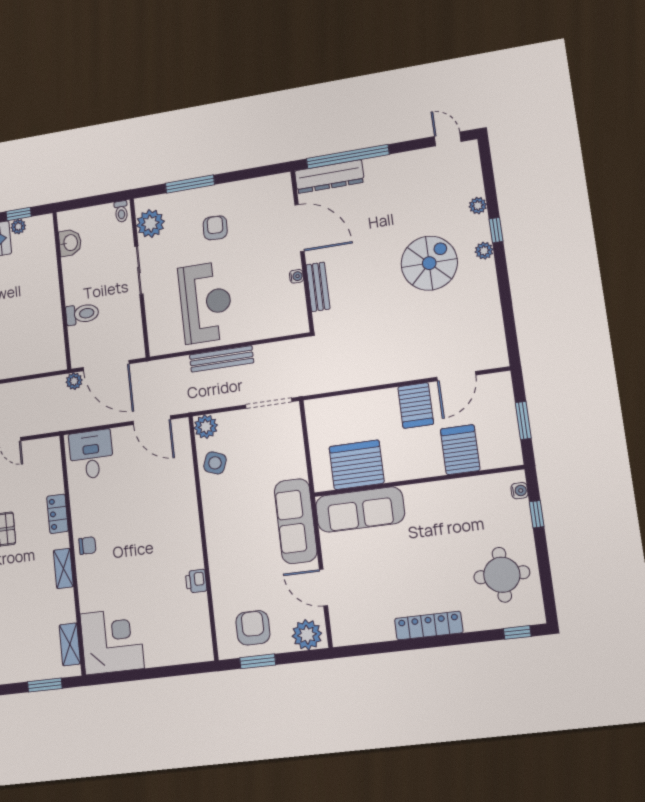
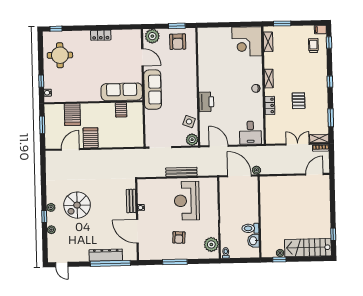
dresser: (329, 177) -> (106, 255), moved
window: (190, 184) -> (175, 262), moved
toilet: (82, 314) -> (250, 228), moved
server rack: (357, 465) -> (121, 110), width x0.46, depth x0.70
printer: (196, 581) -> (206, 102), moved, width x1.87, depth x1.48
locker: (429, 626) -> (101, 35), width x0.66

